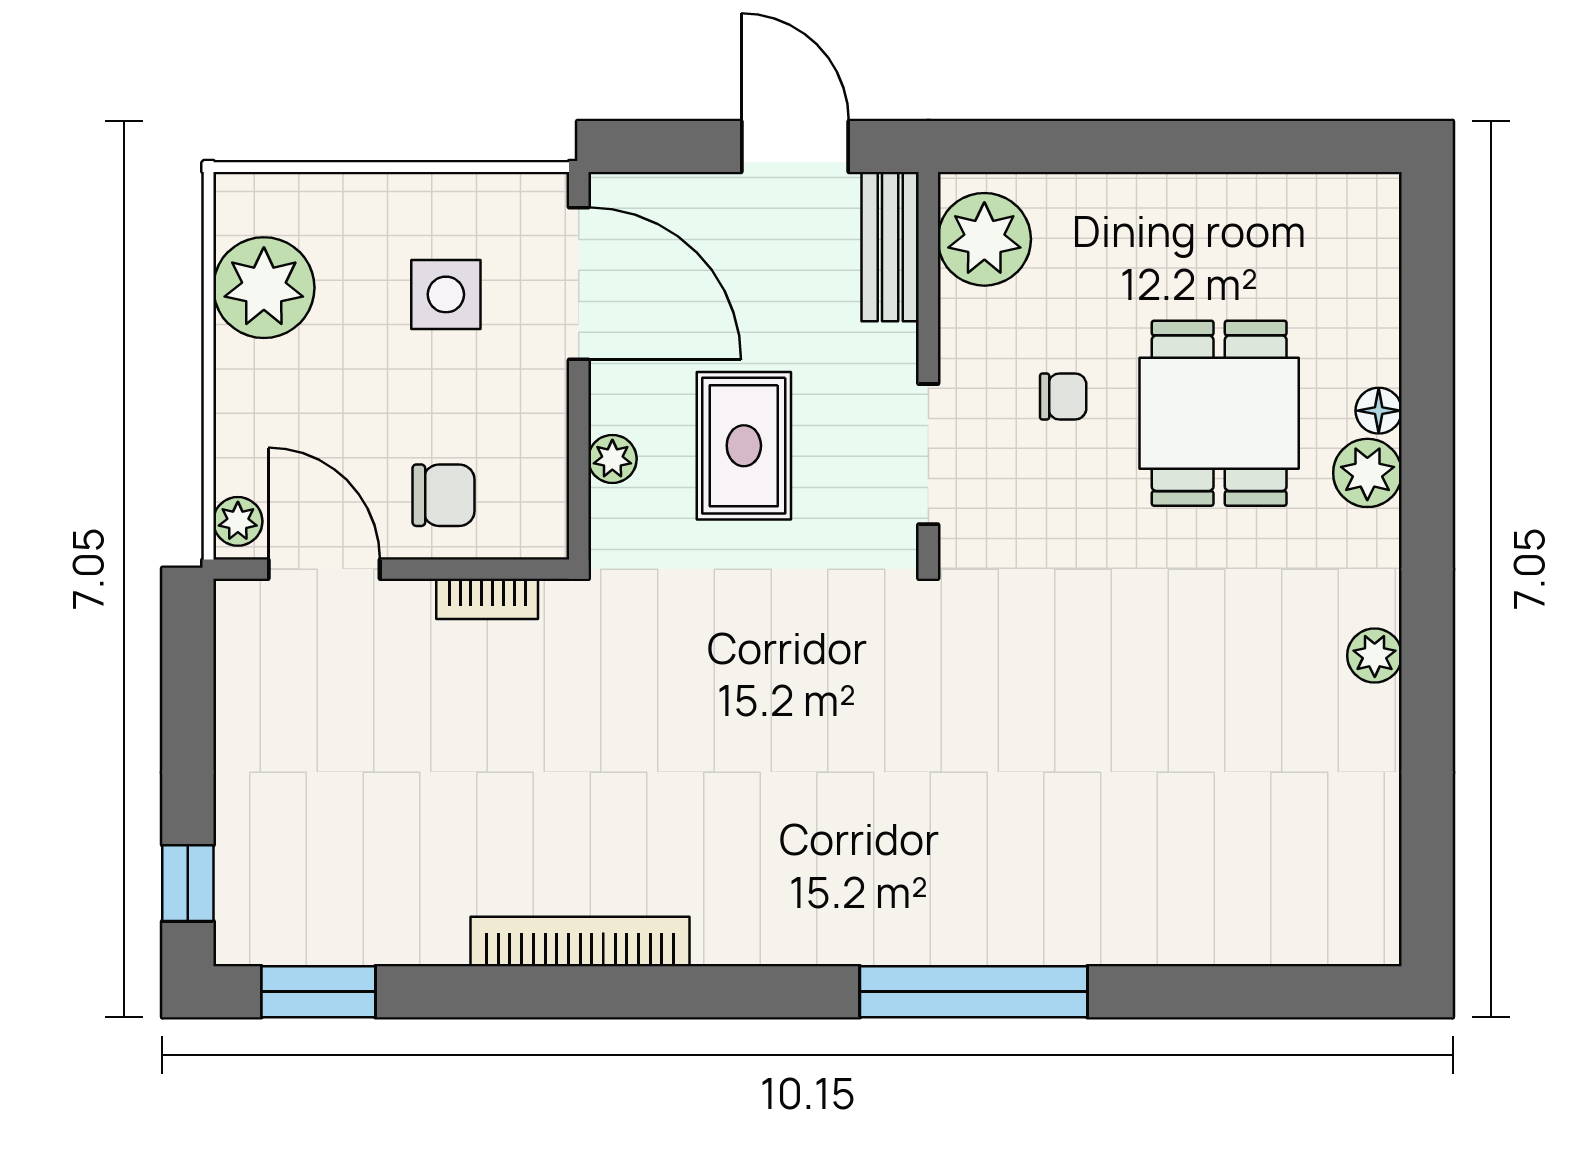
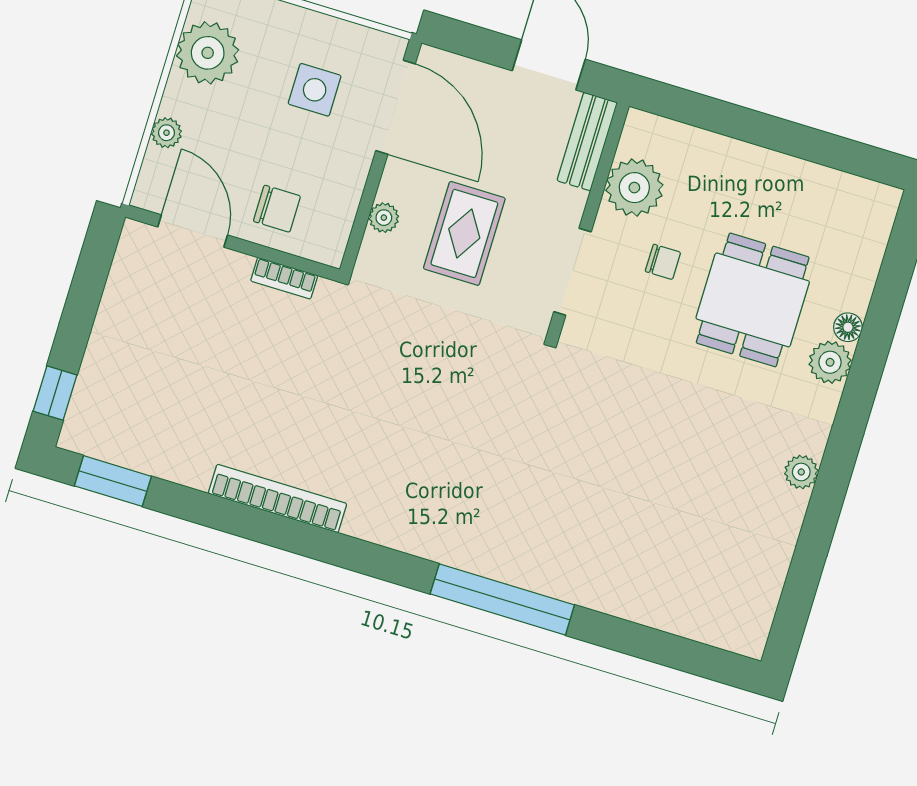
plant: (984, 239) -> (634, 188), moved
plant: (238, 521) -> (166, 133), moved

